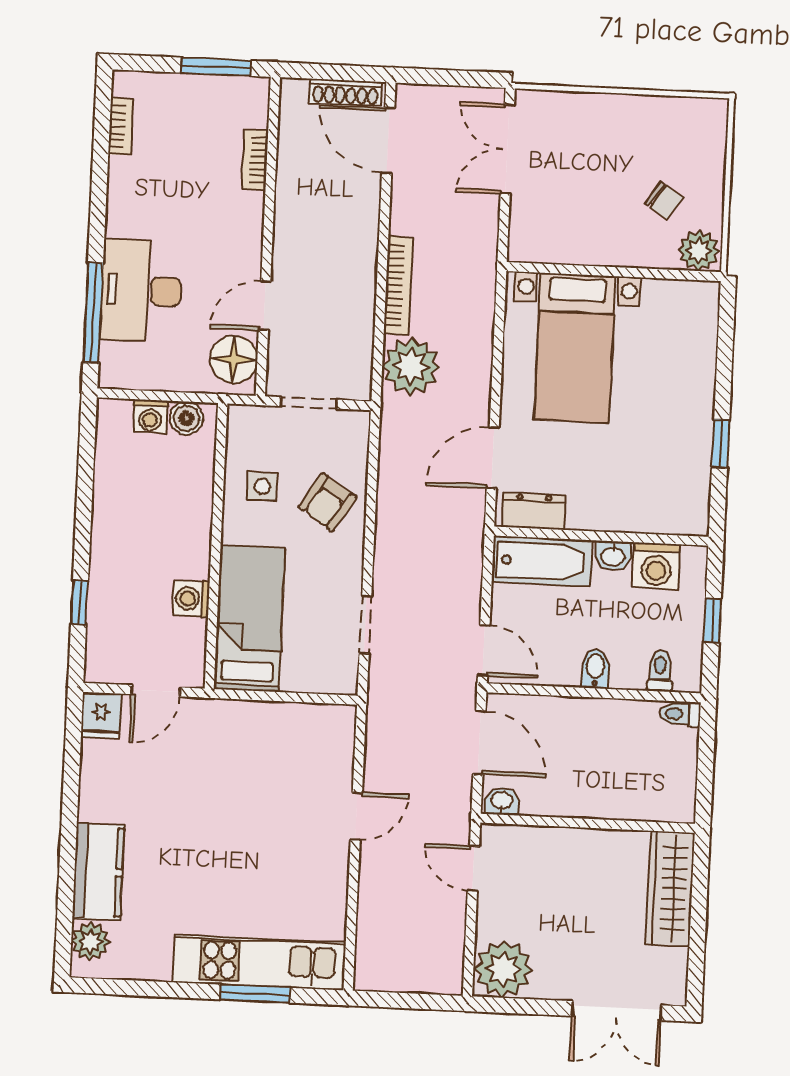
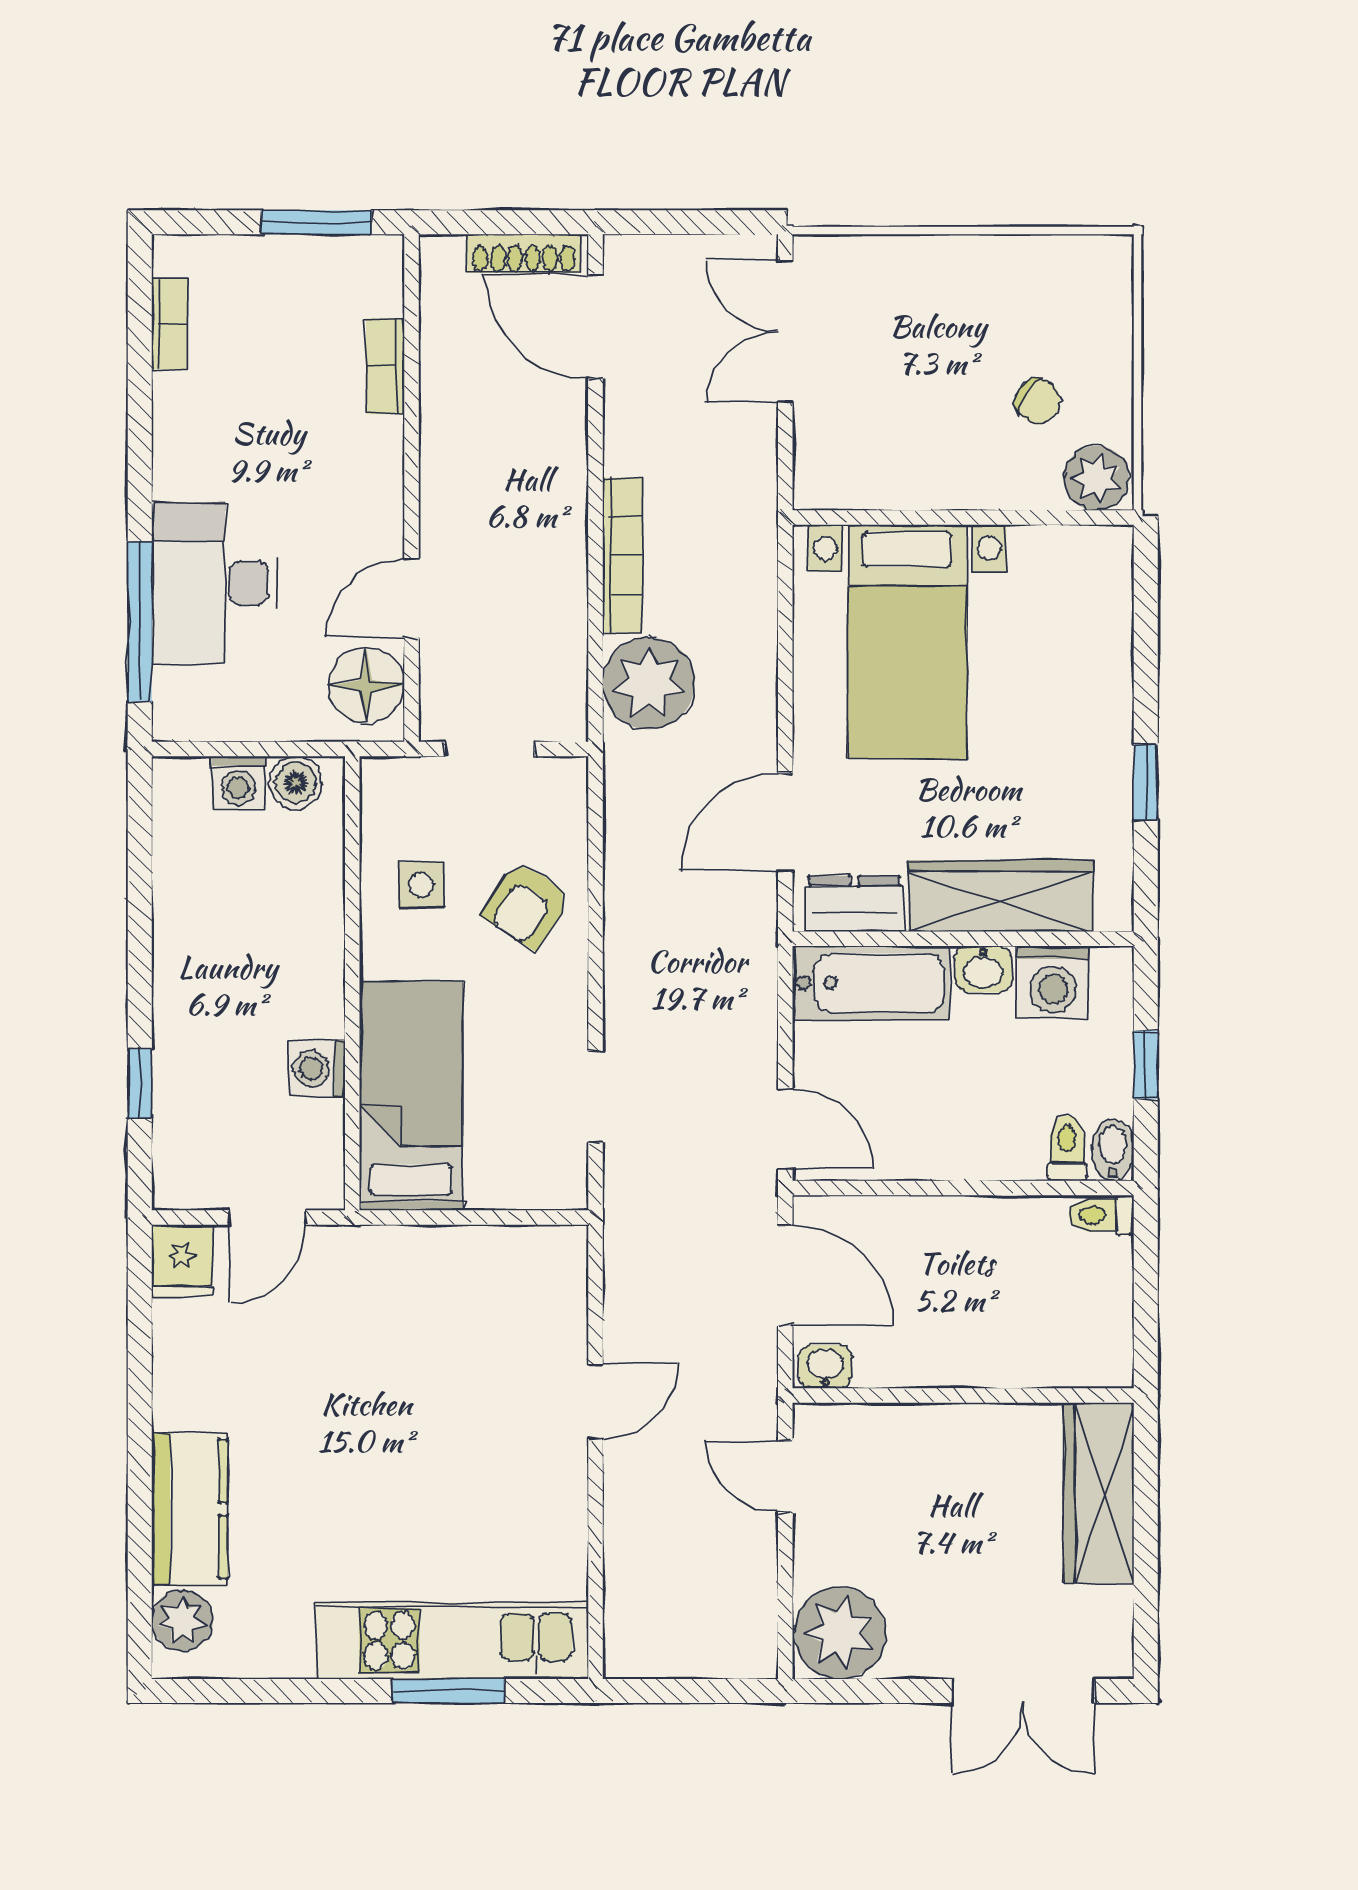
wardrobe: (626, 510) -> (1001, 896), added
bidet: (595, 669) -> (1113, 1150), moved

